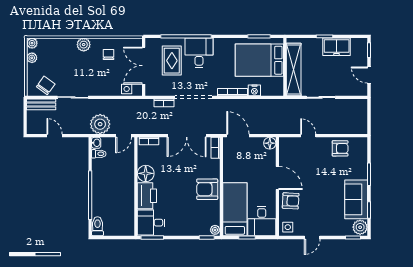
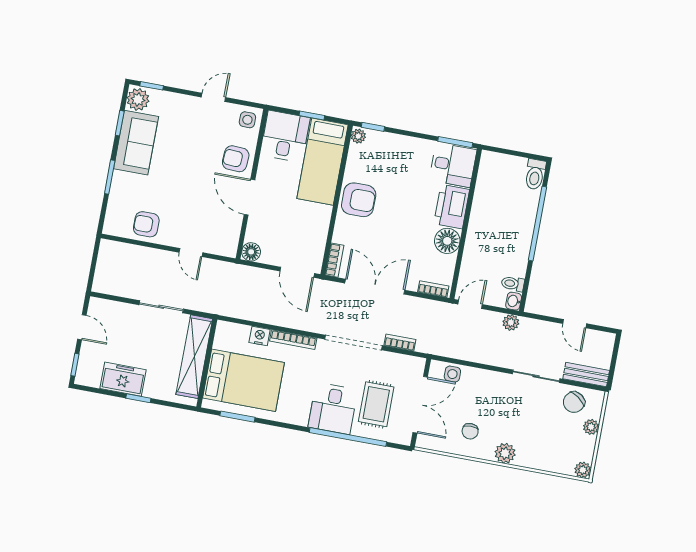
plant: (32, 58) -> (591, 427), moved
plant: (100, 124) -> (511, 323), width x0.53, depth x0.53

